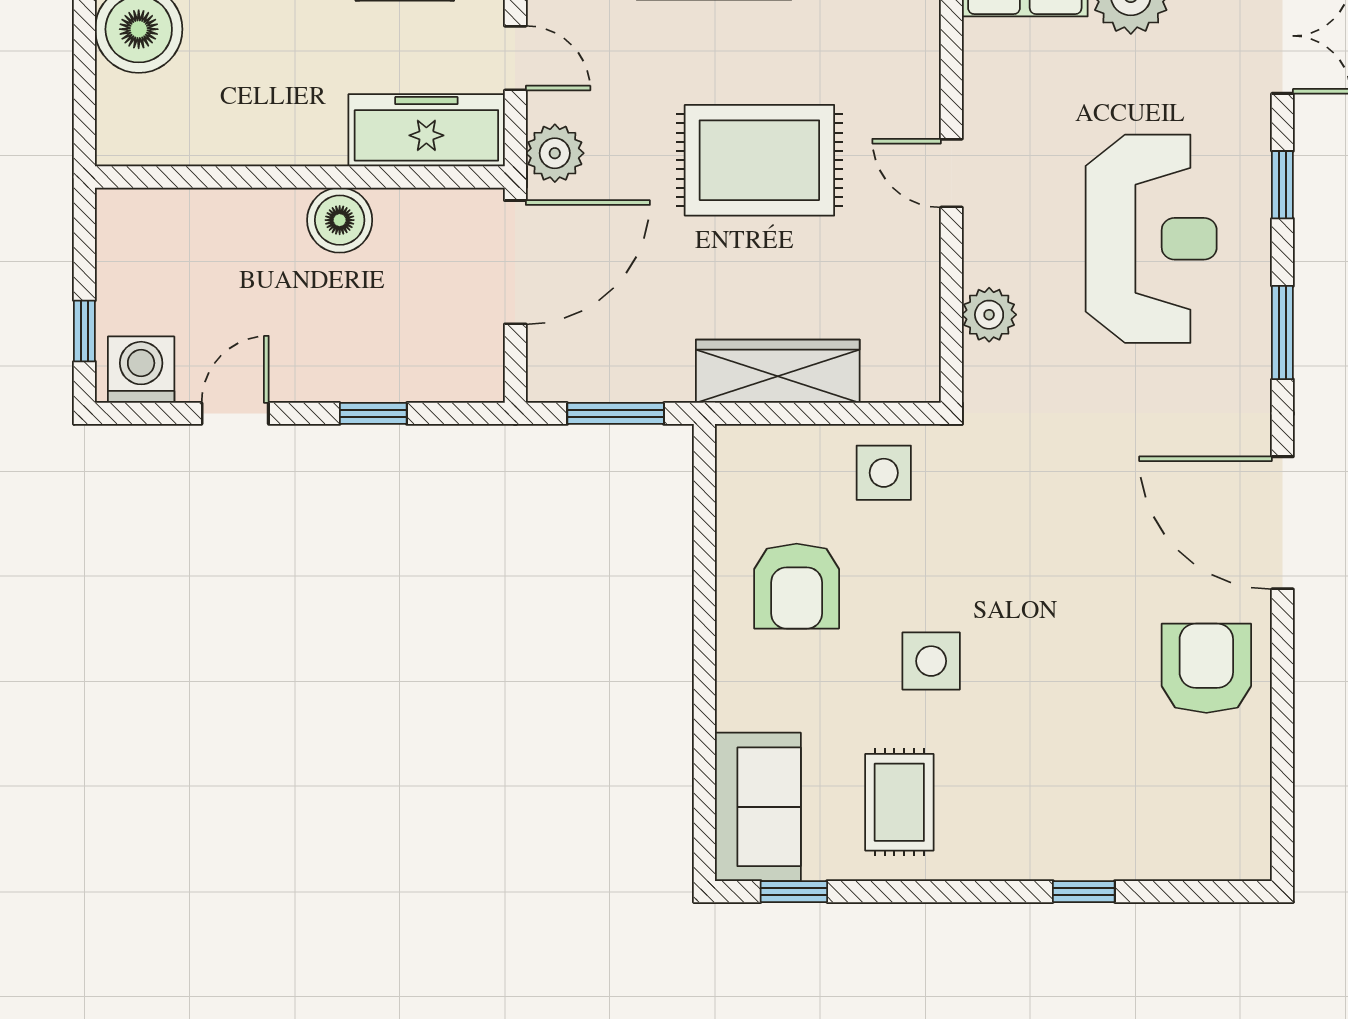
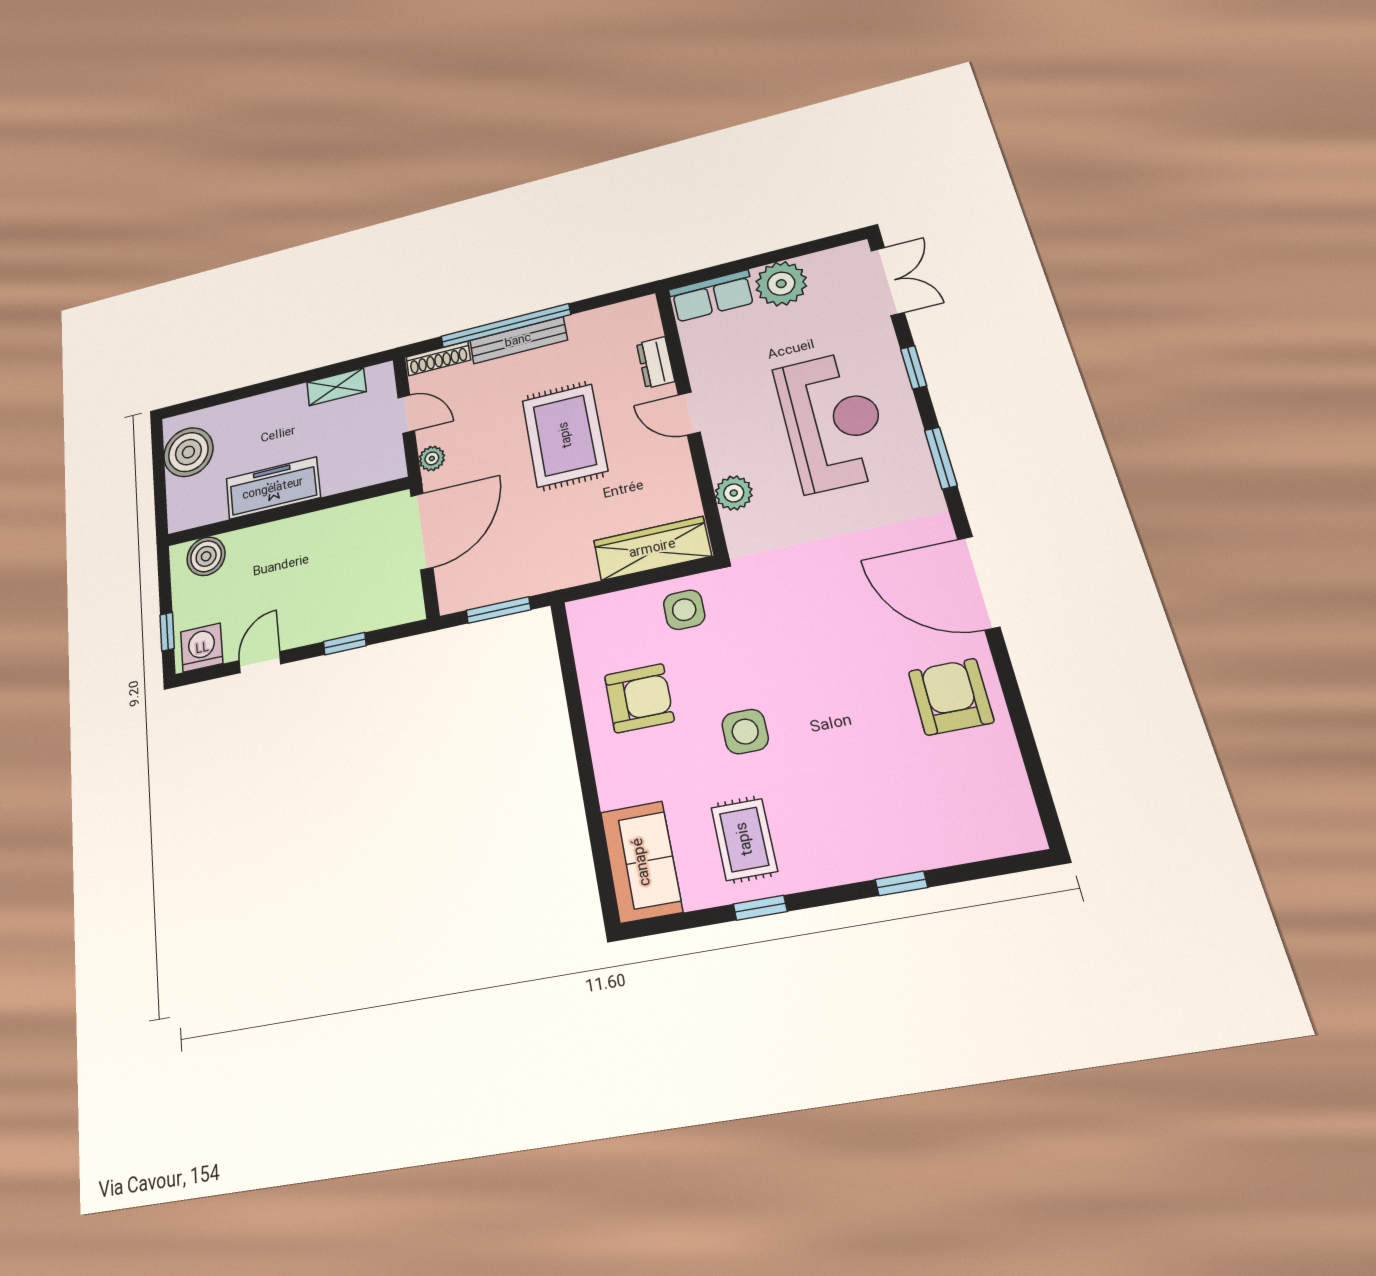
dresser: (918, 75) -> (656, 362), added
freezer: (426, 130) -> (273, 488), moved
plant: (555, 153) -> (432, 458), width x0.73, depth x0.73
rug: (759, 160) -> (565, 435), turned 90
boiler: (340, 220) -> (206, 556), moved
wardrobe: (778, 371) -> (652, 548), moved
armchair: (797, 586) -> (639, 698), turned -90
window: (794, 892) -> (760, 908), moved

